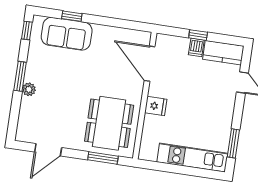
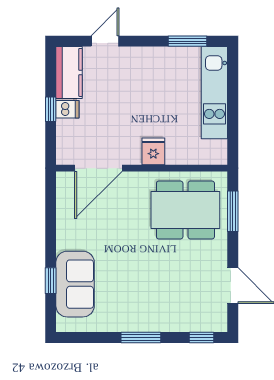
window: (27, 31) -> (202, 338), moved
plant: (29, 89) -> (156, 323), removed

